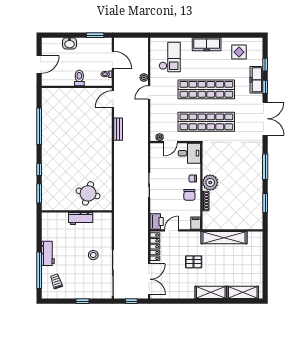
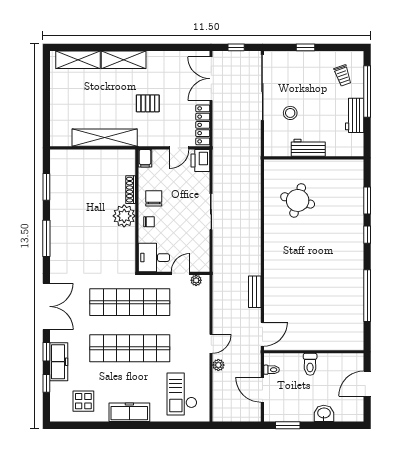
double door: (265, 119) -> (46, 306), swing flipped
wall: (77, 211) -> (314, 158), moved
workbench: (81, 218) -> (308, 148), moved

